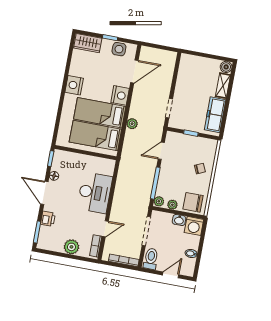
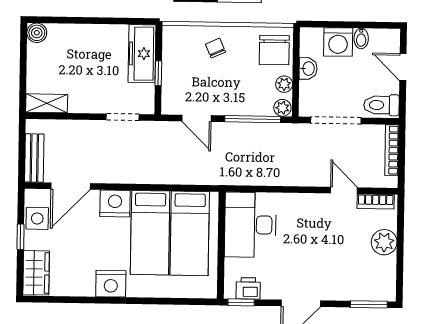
bench: (154, 53) -> (34, 158), added
door: (134, 72) -> (71, 186), swing flipped
shelving: (223, 86) -> (47, 103), moved
freezer: (215, 115) -> (142, 54), moved, turned 90
plant: (132, 124) -> (159, 175), removed
floor lamp: (54, 176) -> (269, 292), removed
desk: (95, 193) -> (250, 225), moved, turned -90
printer: (48, 219) -> (248, 288), moved
washing machine: (194, 226) -> (338, 42), moved, turned 90

